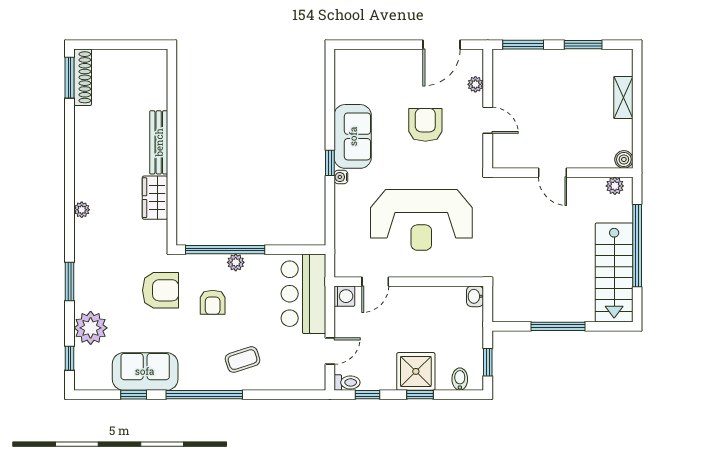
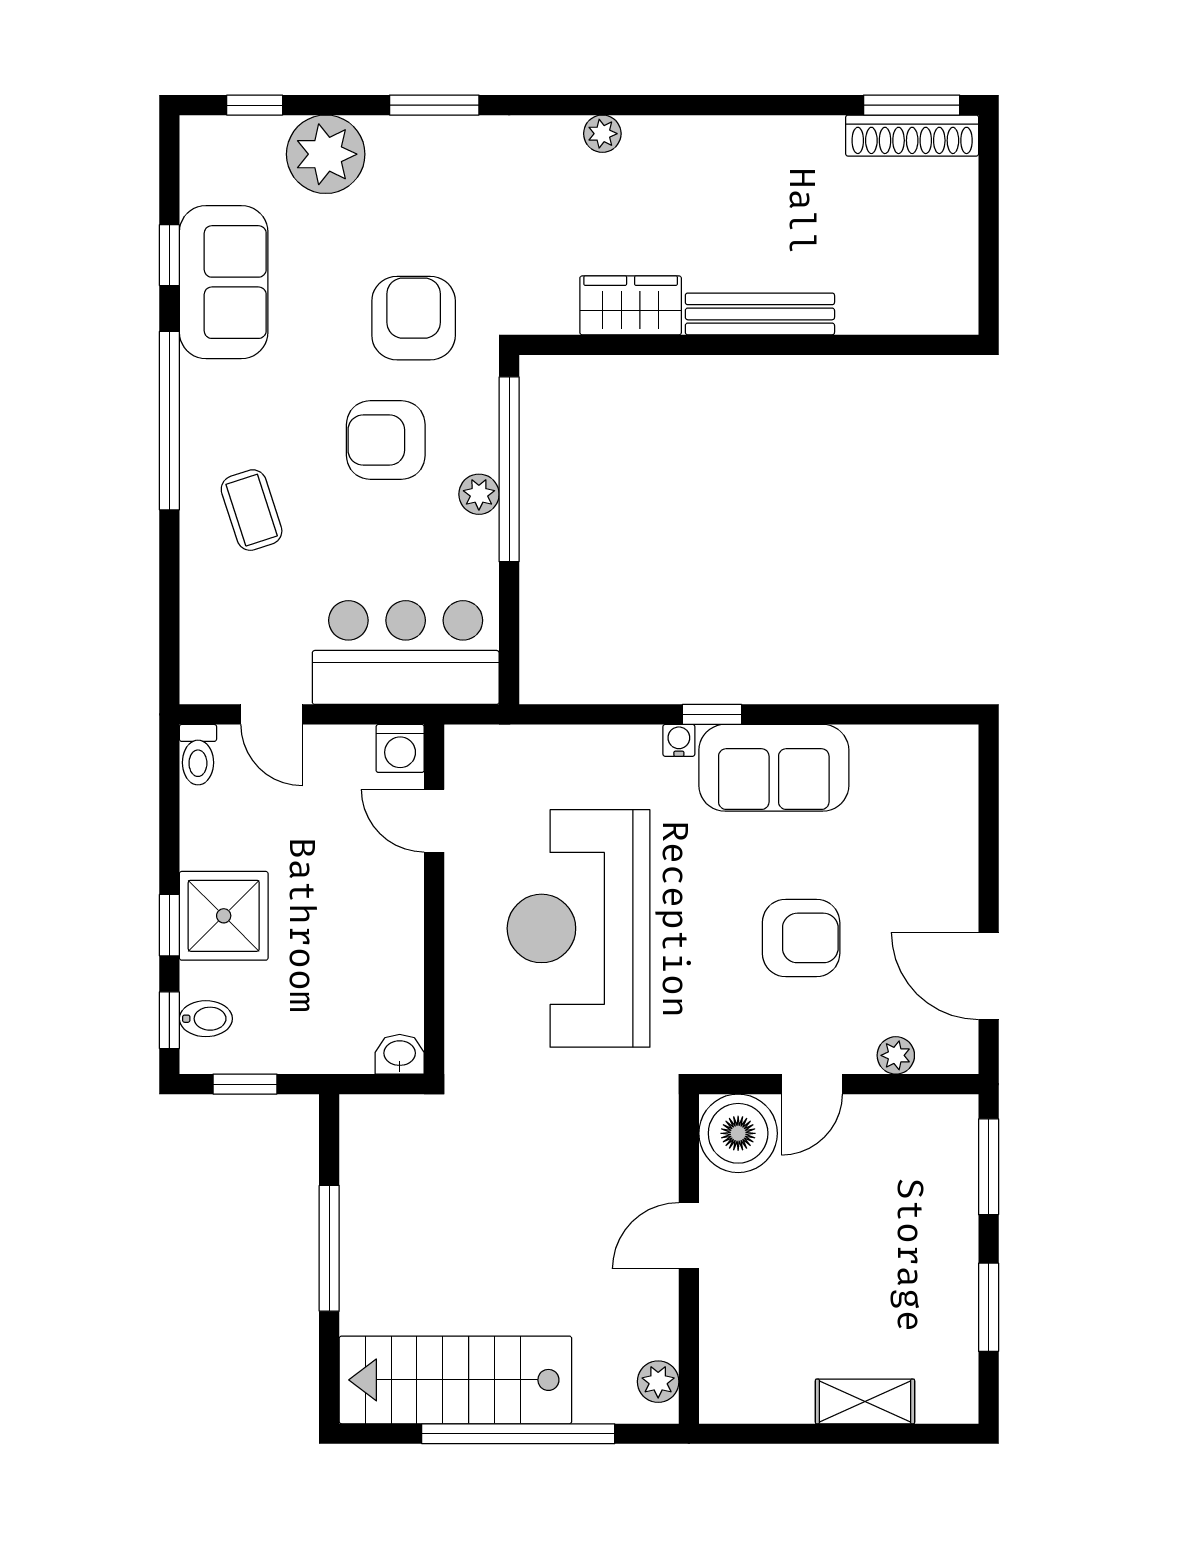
boiler: (624, 159) -> (738, 1133), moved, width x1.86, depth x1.86
armchair: (161, 290) -> (414, 318), turned 180
armchair: (213, 302) -> (386, 440), width x1.38, depth x1.38
window: (368, 395) -> (169, 1020), moved

